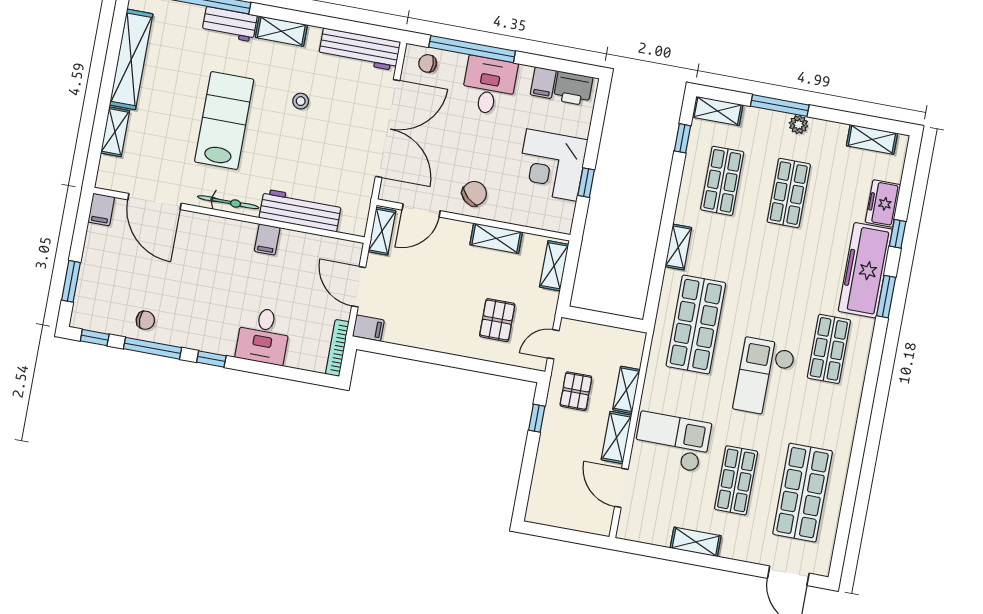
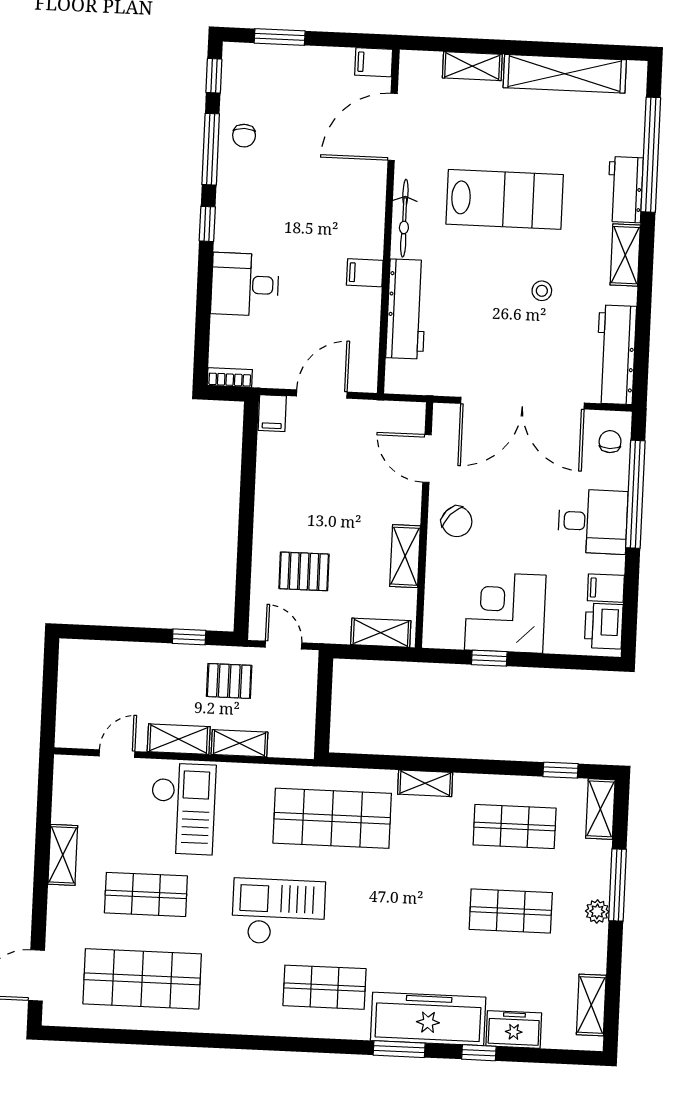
shelving: (382, 231) -> (395, 414), removed
bookcase: (337, 348) -> (230, 377), width x0.64
door: (621, 488) -> (117, 754), width x0.73

